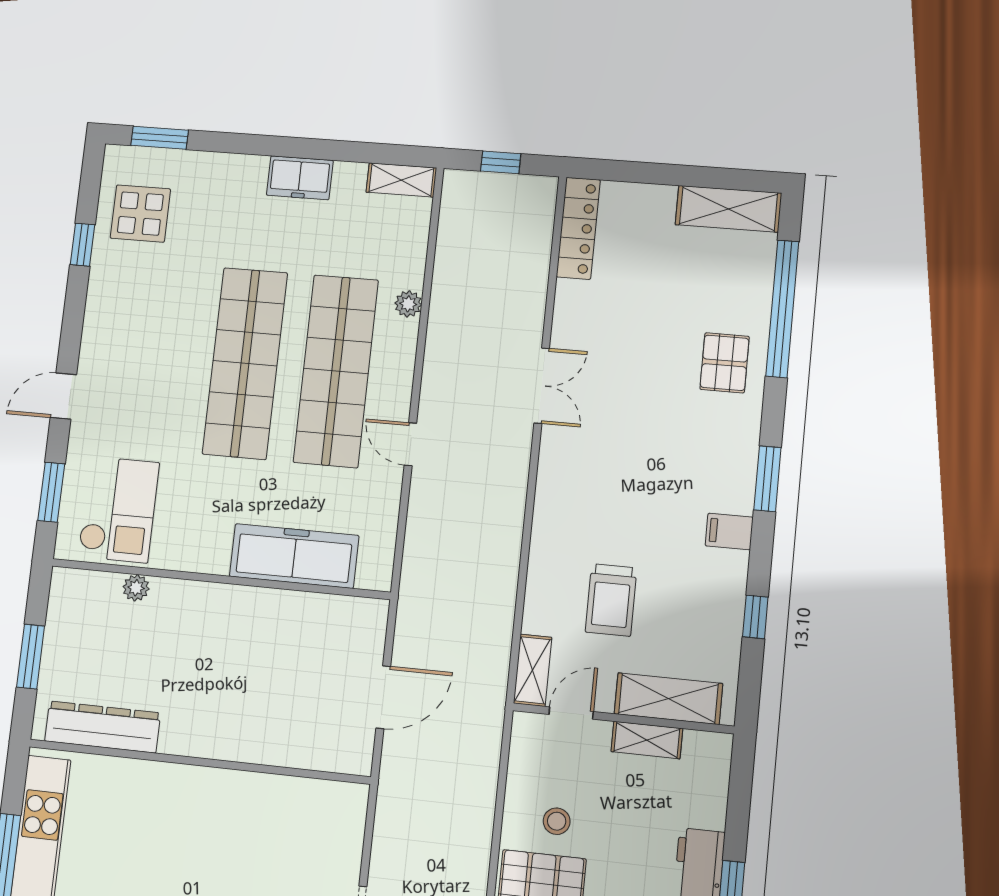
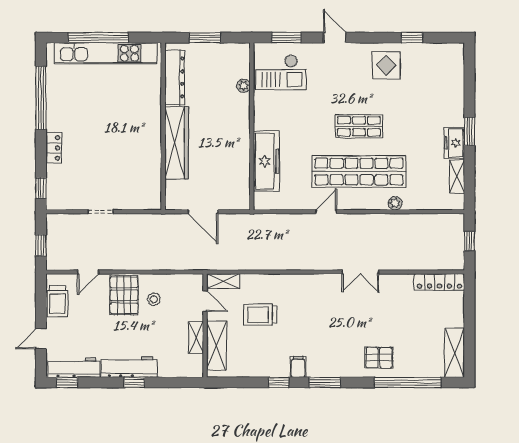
window: (160, 138) -> (469, 131), moved
shelving: (401, 180) -> (457, 177), moved
display table: (140, 214) -> (386, 65), moved
shop shelf: (245, 363) -> (359, 126), width x0.50, depth x0.74
window: (755, 617) -> (279, 382), moved
wardrobe: (235, 737) -> (177, 143), added

